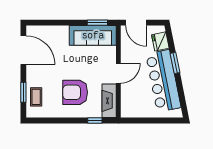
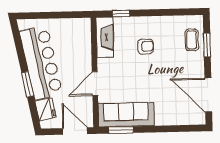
door: (118, 73) -> (95, 84), moved
armchair: (75, 92) -> (146, 46), width x0.53, depth x0.53

